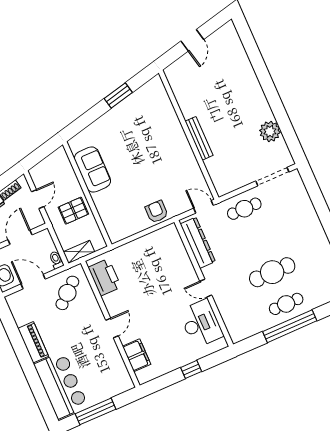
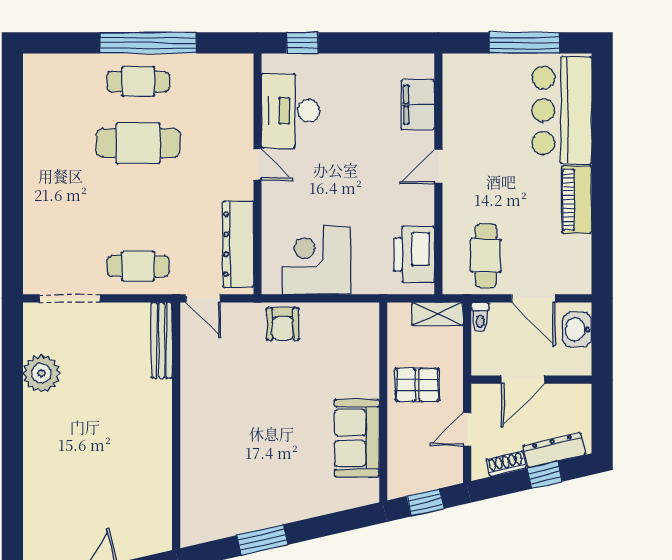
bench: (199, 138) -> (162, 340), moved
window: (43, 152) -> (425, 502), added
corner desk: (154, 252) -> (317, 260), added
cafe table: (67, 293) -> (486, 256), turned -49
window: (191, 369) -> (302, 43), moved

